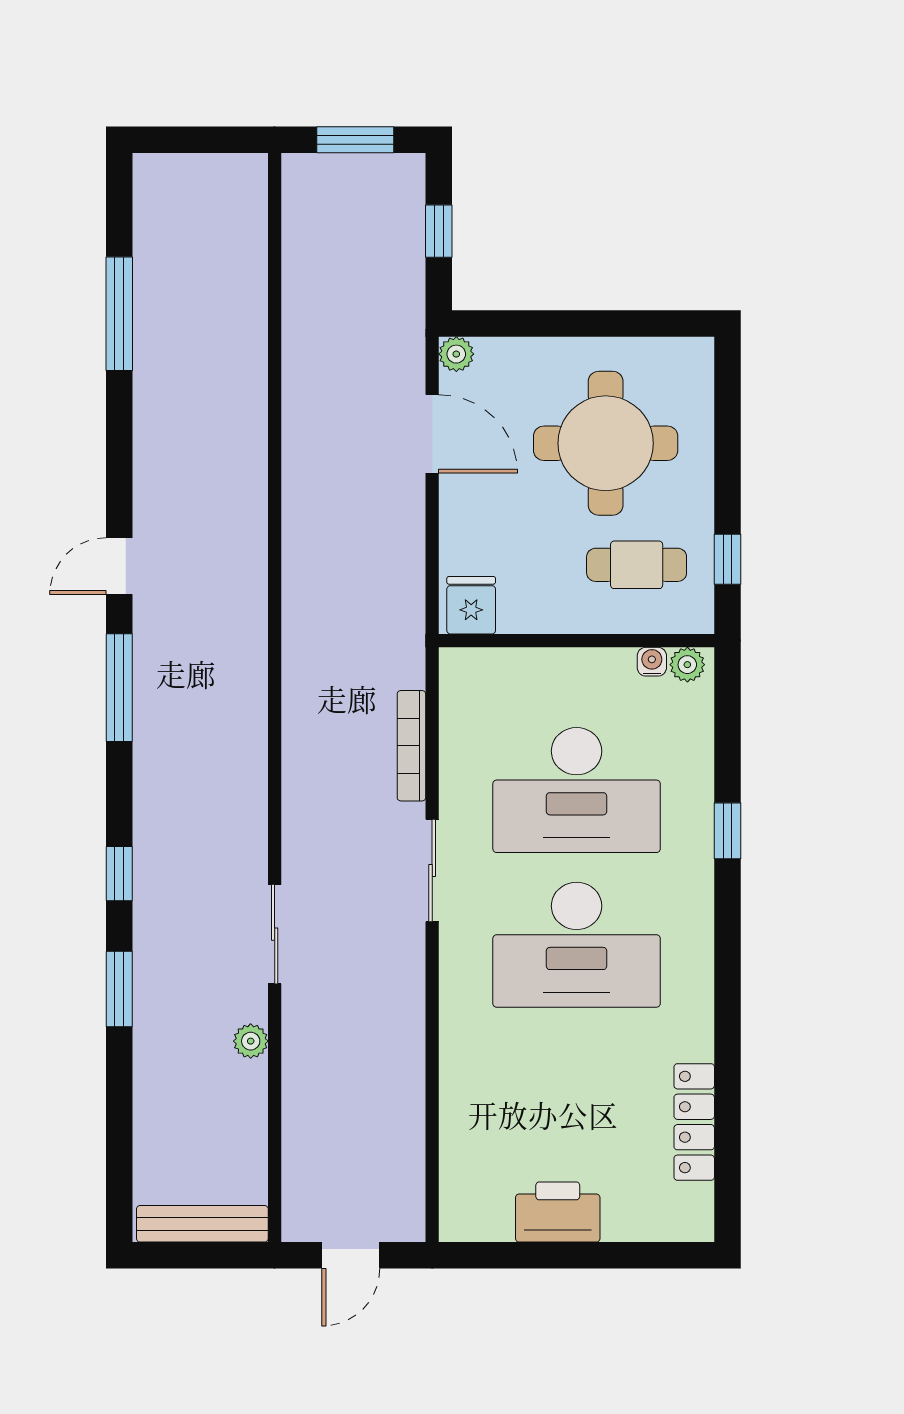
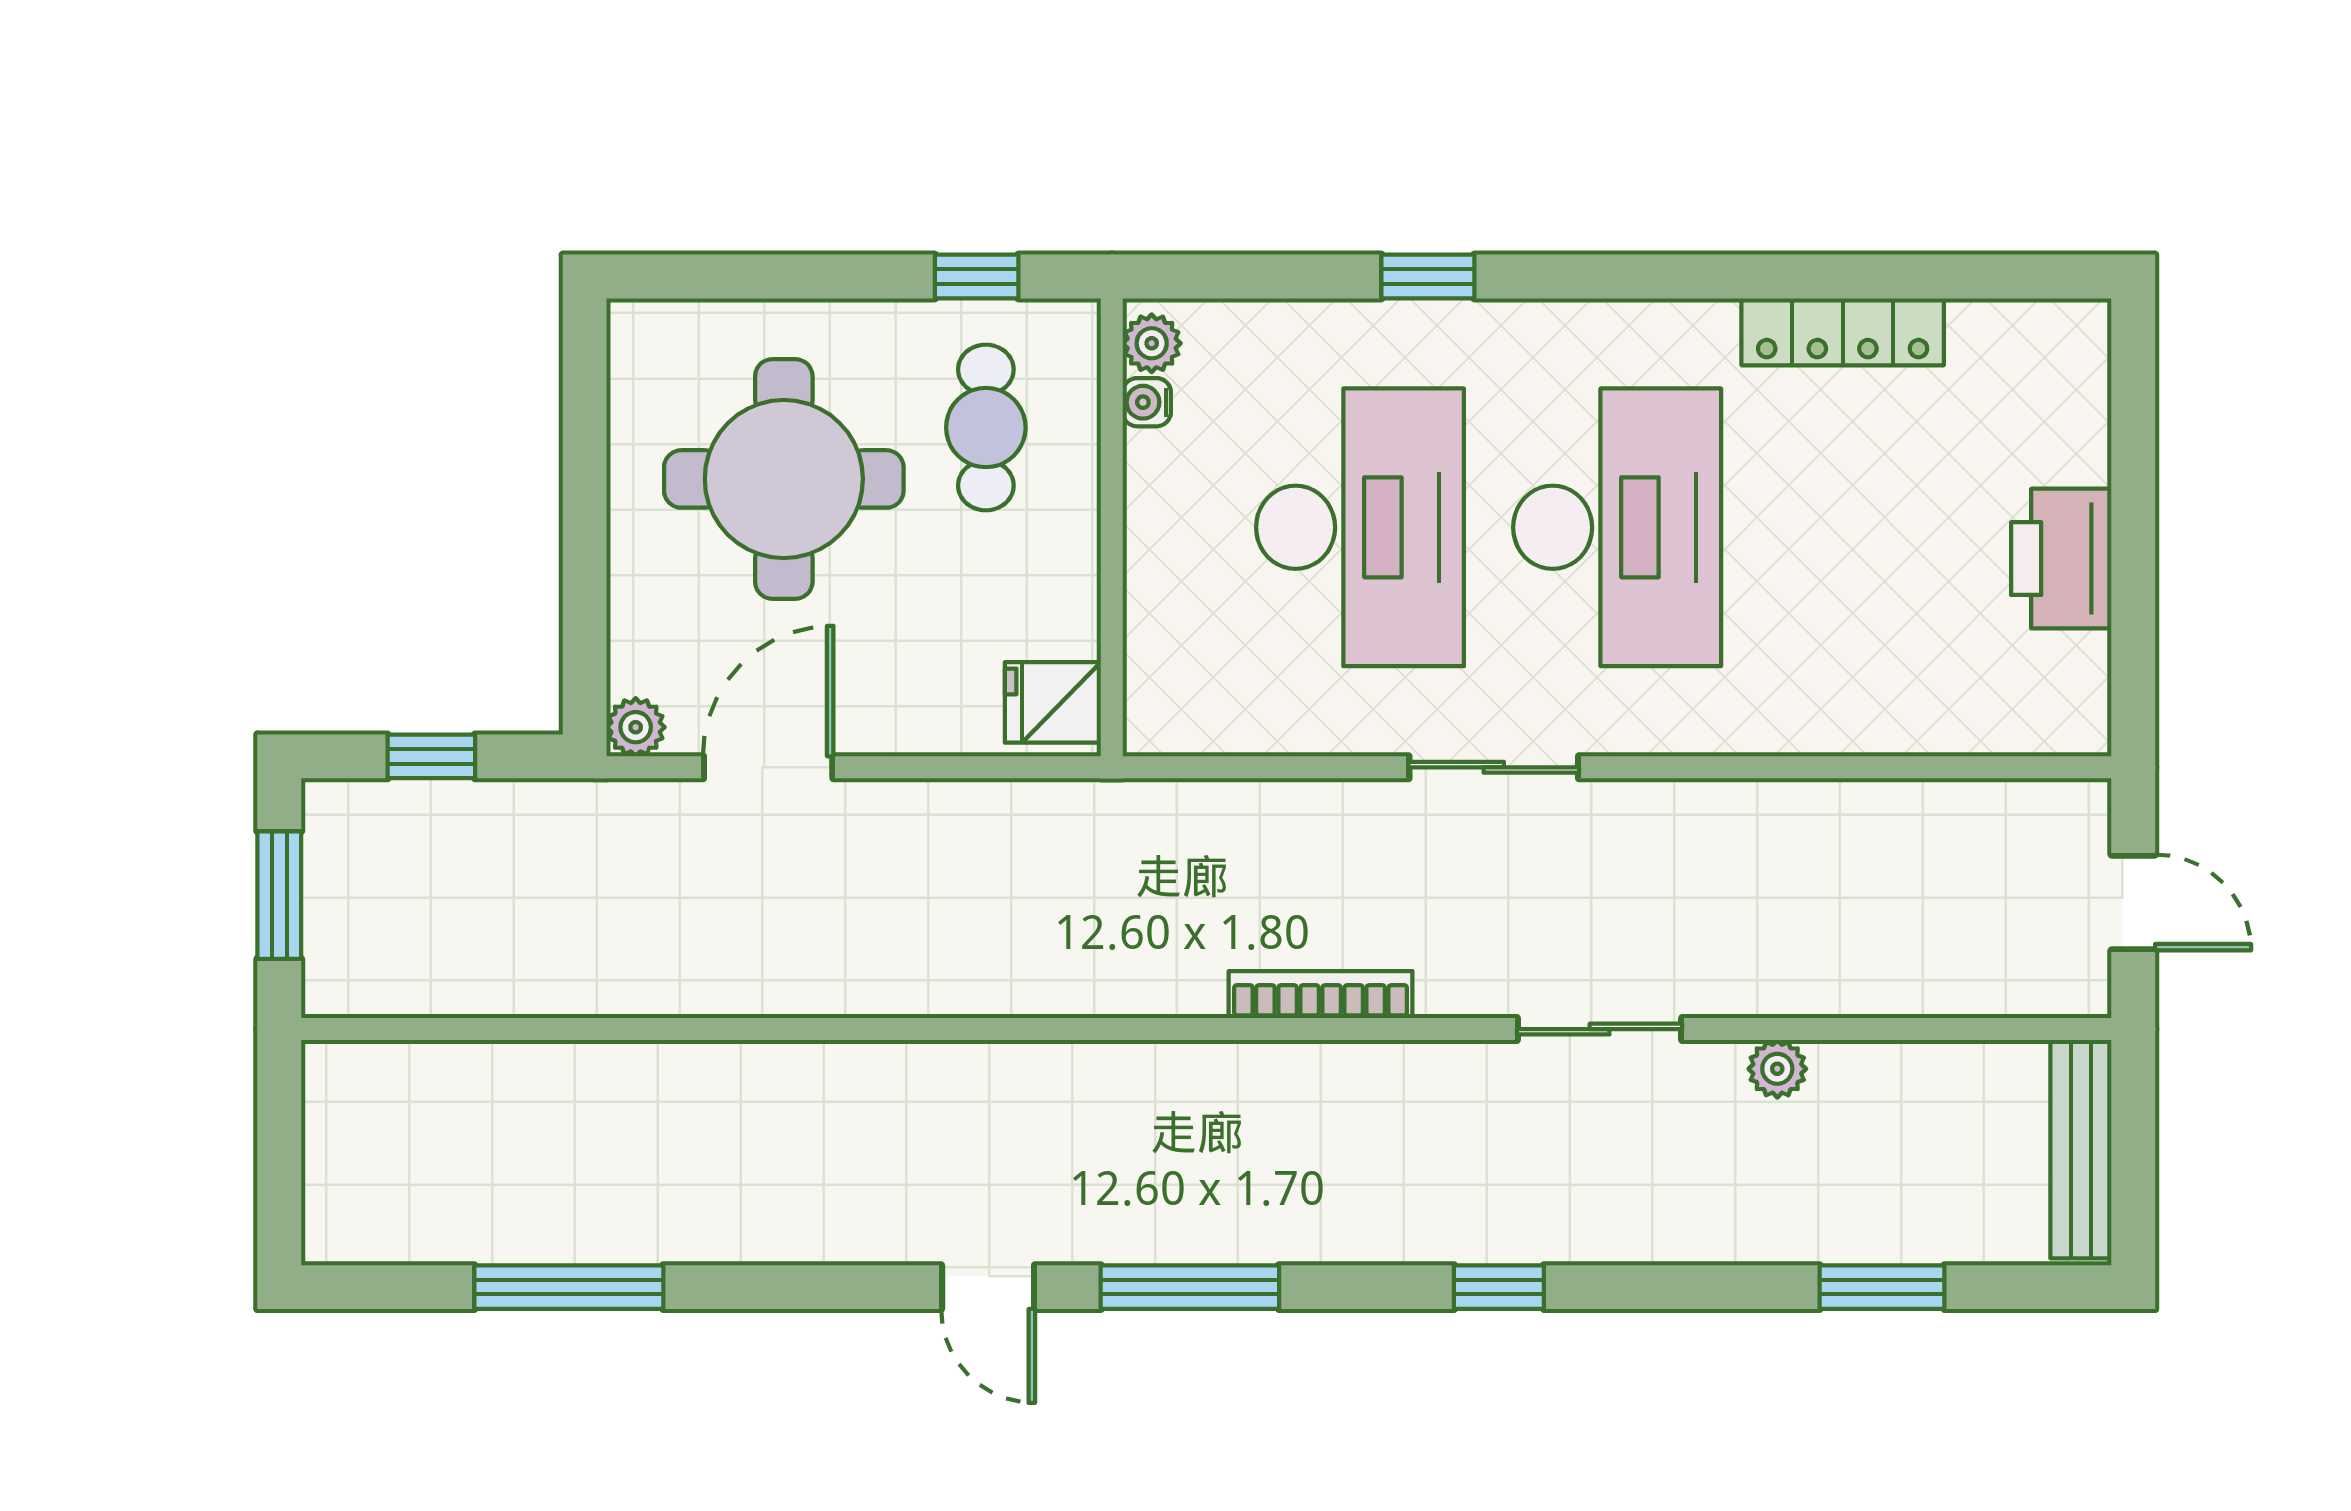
bookcase: (411, 746) -> (1321, 995), moved, turned 180
window: (119, 989) -> (1882, 1287), moved
locker: (694, 1122) -> (1843, 332), moved

